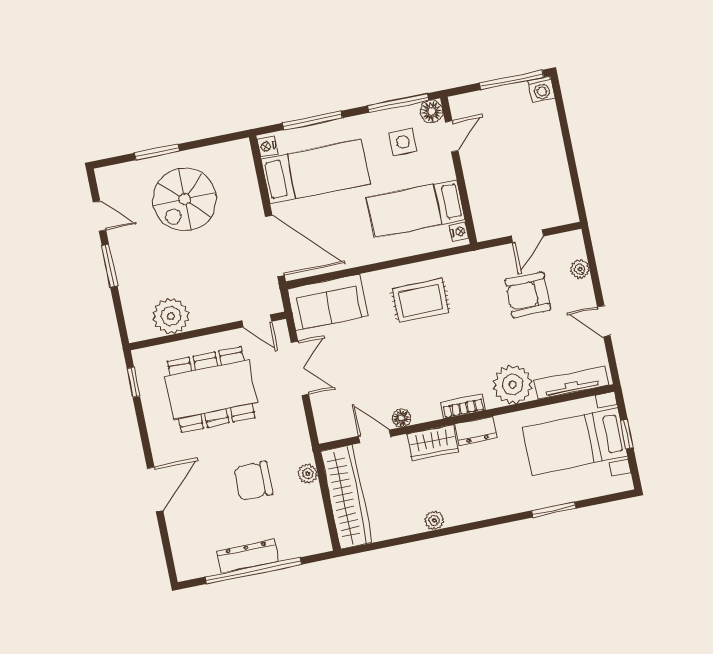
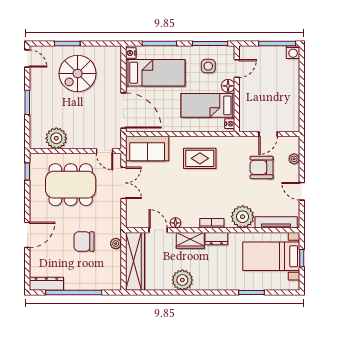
floor lamp: (431, 111) -> (228, 86), moved
door: (100, 216) -> (27, 59), moved
plant: (434, 520) -> (182, 280), width x1.87, depth x1.87
dresser: (248, 556) -> (46, 284), moved

